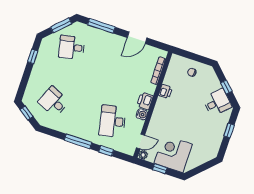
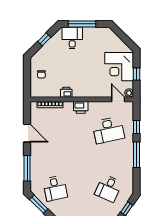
desk: (217, 102) -> (72, 38), moved, turned 45
water cooler: (142, 114) -> (94, 106), removed
window: (229, 131) -> (82, 24), width x2.17

